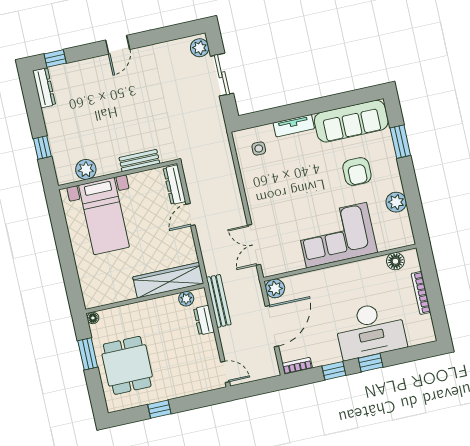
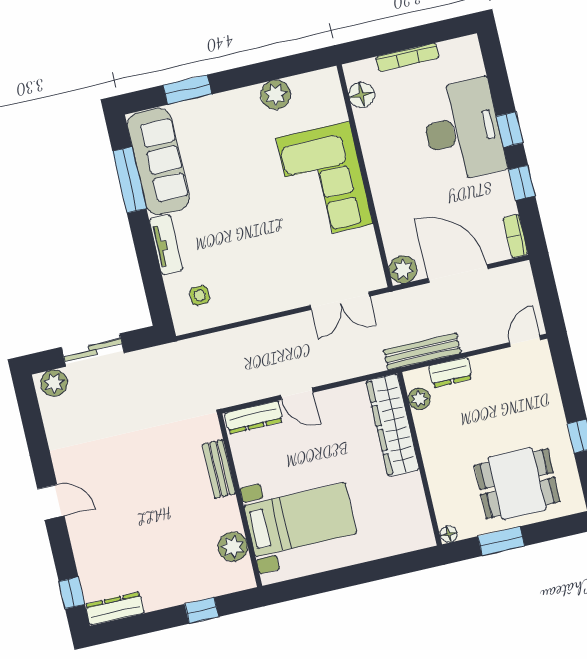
window: (339, 101) -> (129, 180), added
armchair: (357, 172) -> (232, 152), removed

